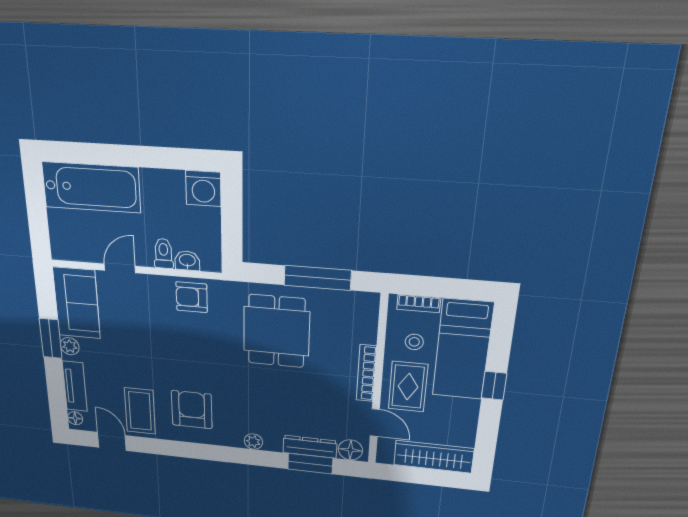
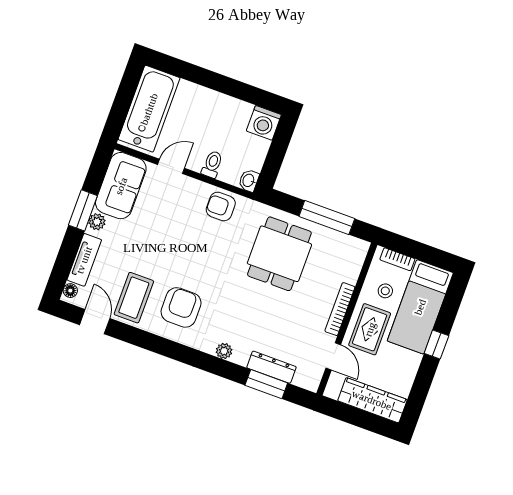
bathtub: (91, 187) -> (149, 109), moved, turned -90
washbasin: (187, 261) -> (249, 181), moved, turned -90
floor lamp: (350, 450) -> (305, 378), removed

